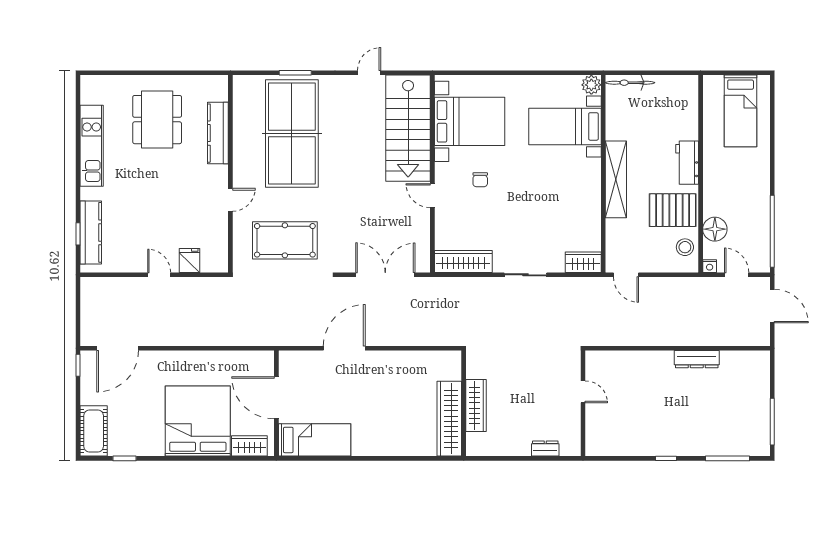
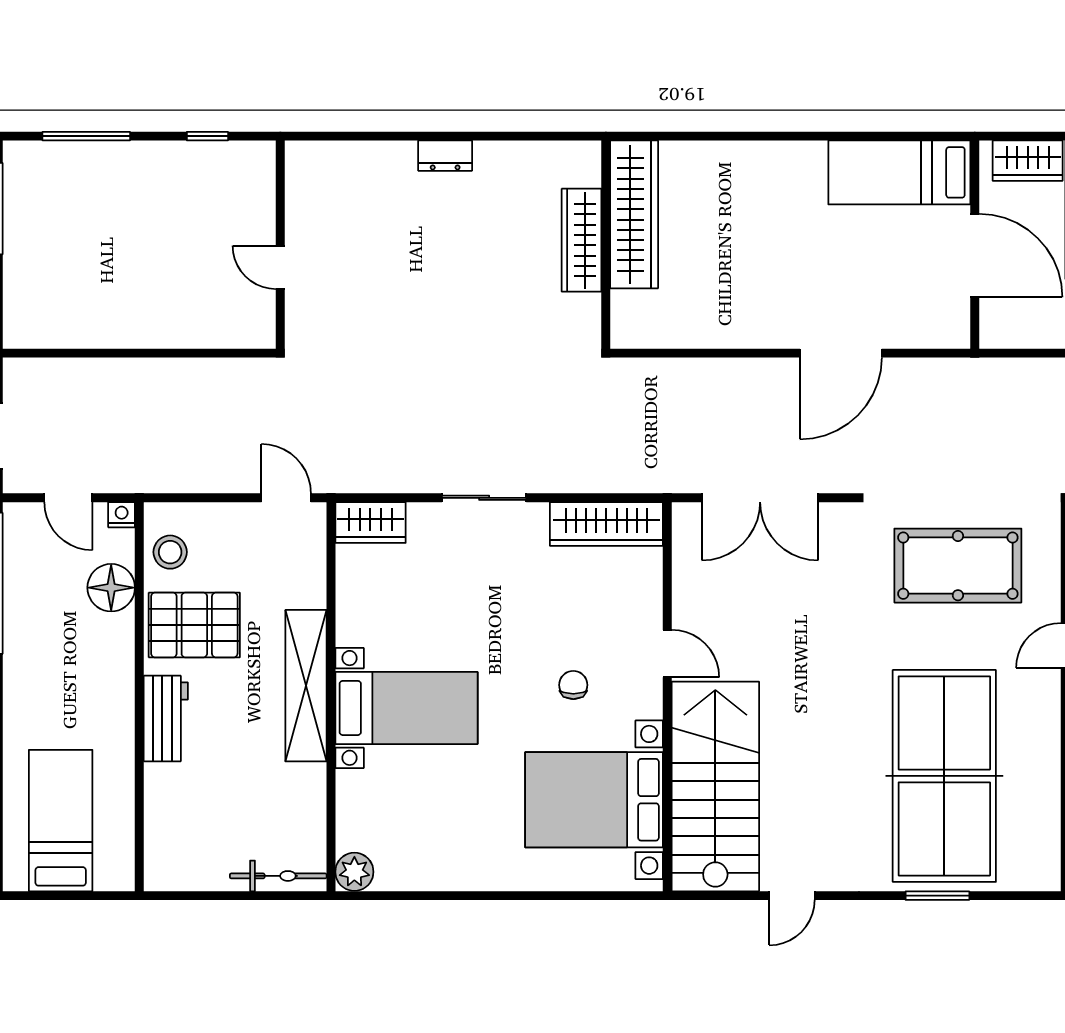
bed with nightstands: (565, 126) -> (406, 708), moved
dresser: (697, 359) -> (147, 332), removed
door: (583, 392) -> (280, 267), moved
wall: (583, 403) -> (280, 245), moved

